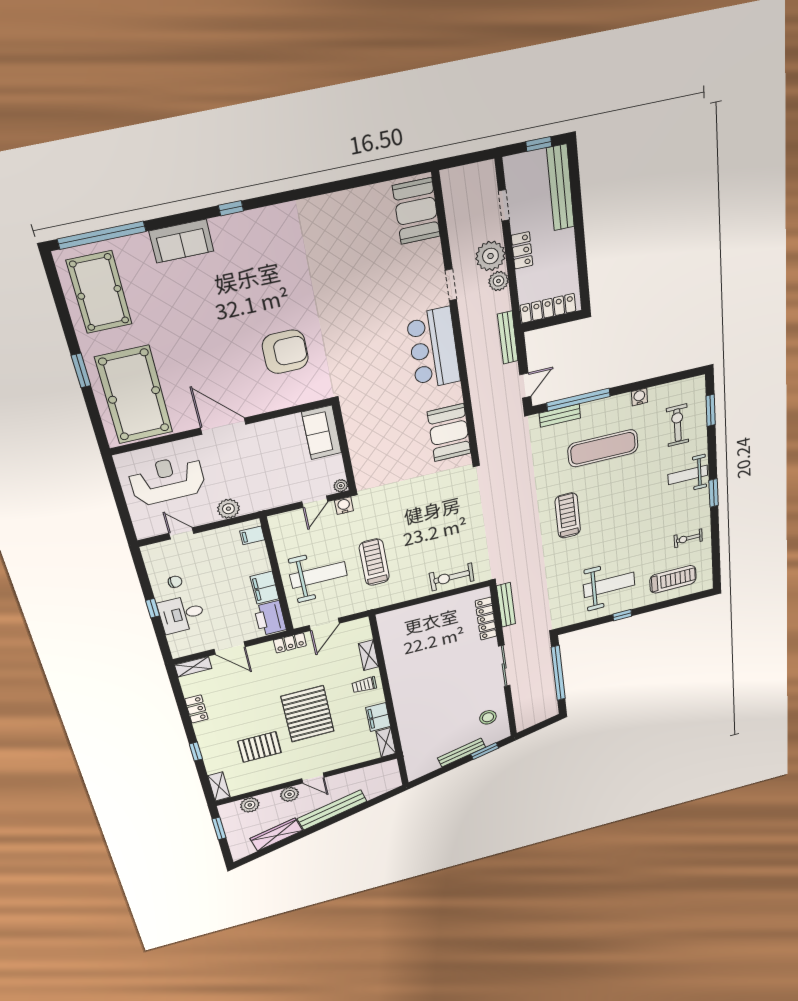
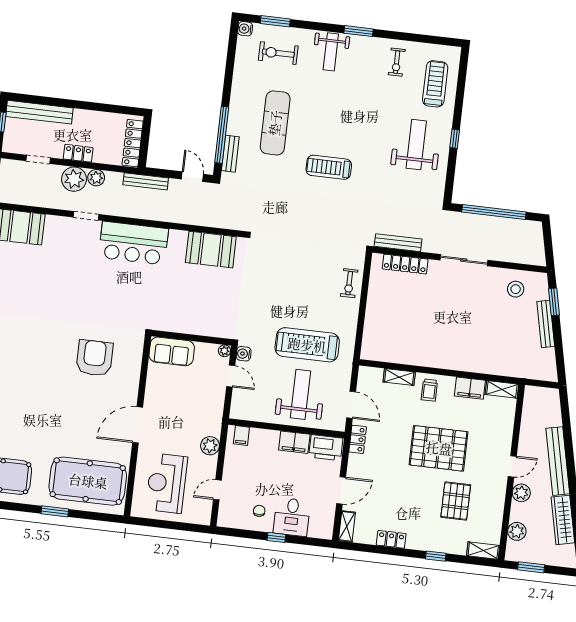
water cooler: (639, 397) -> (245, 29), moved
treadmill: (374, 562) -> (307, 345), width x1.37, depth x1.38
exercise bike: (452, 577) -> (349, 283), width x0.73, depth x0.72

